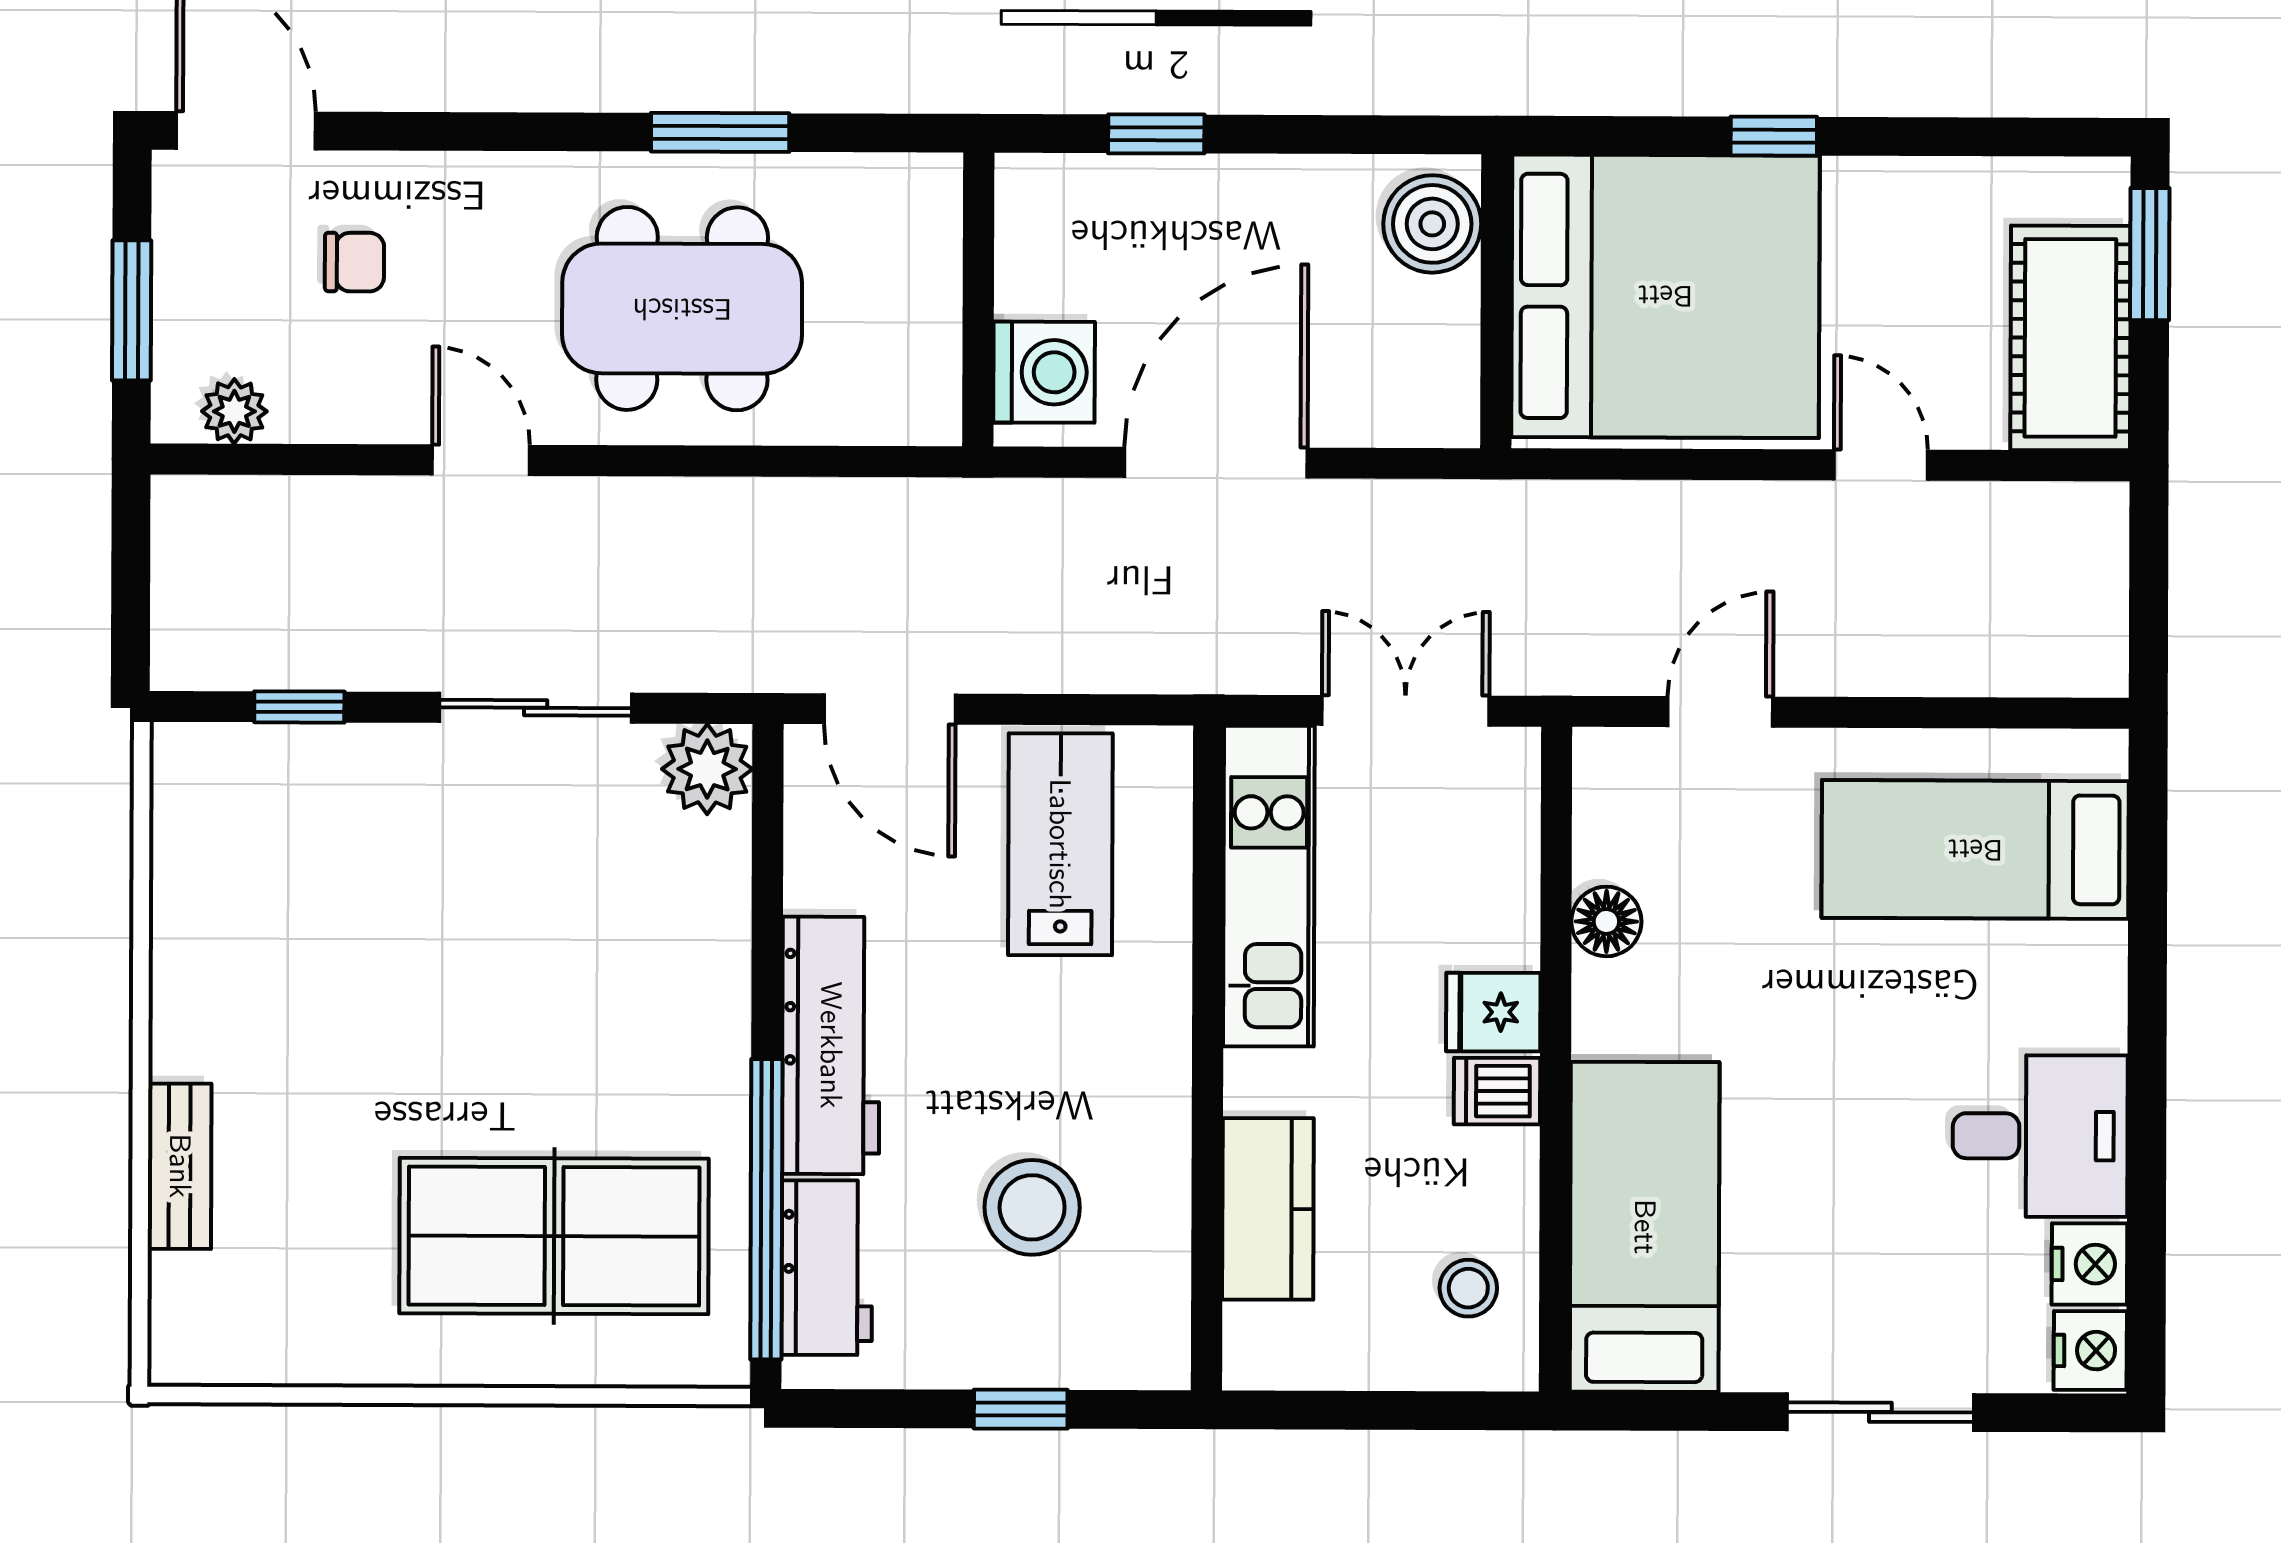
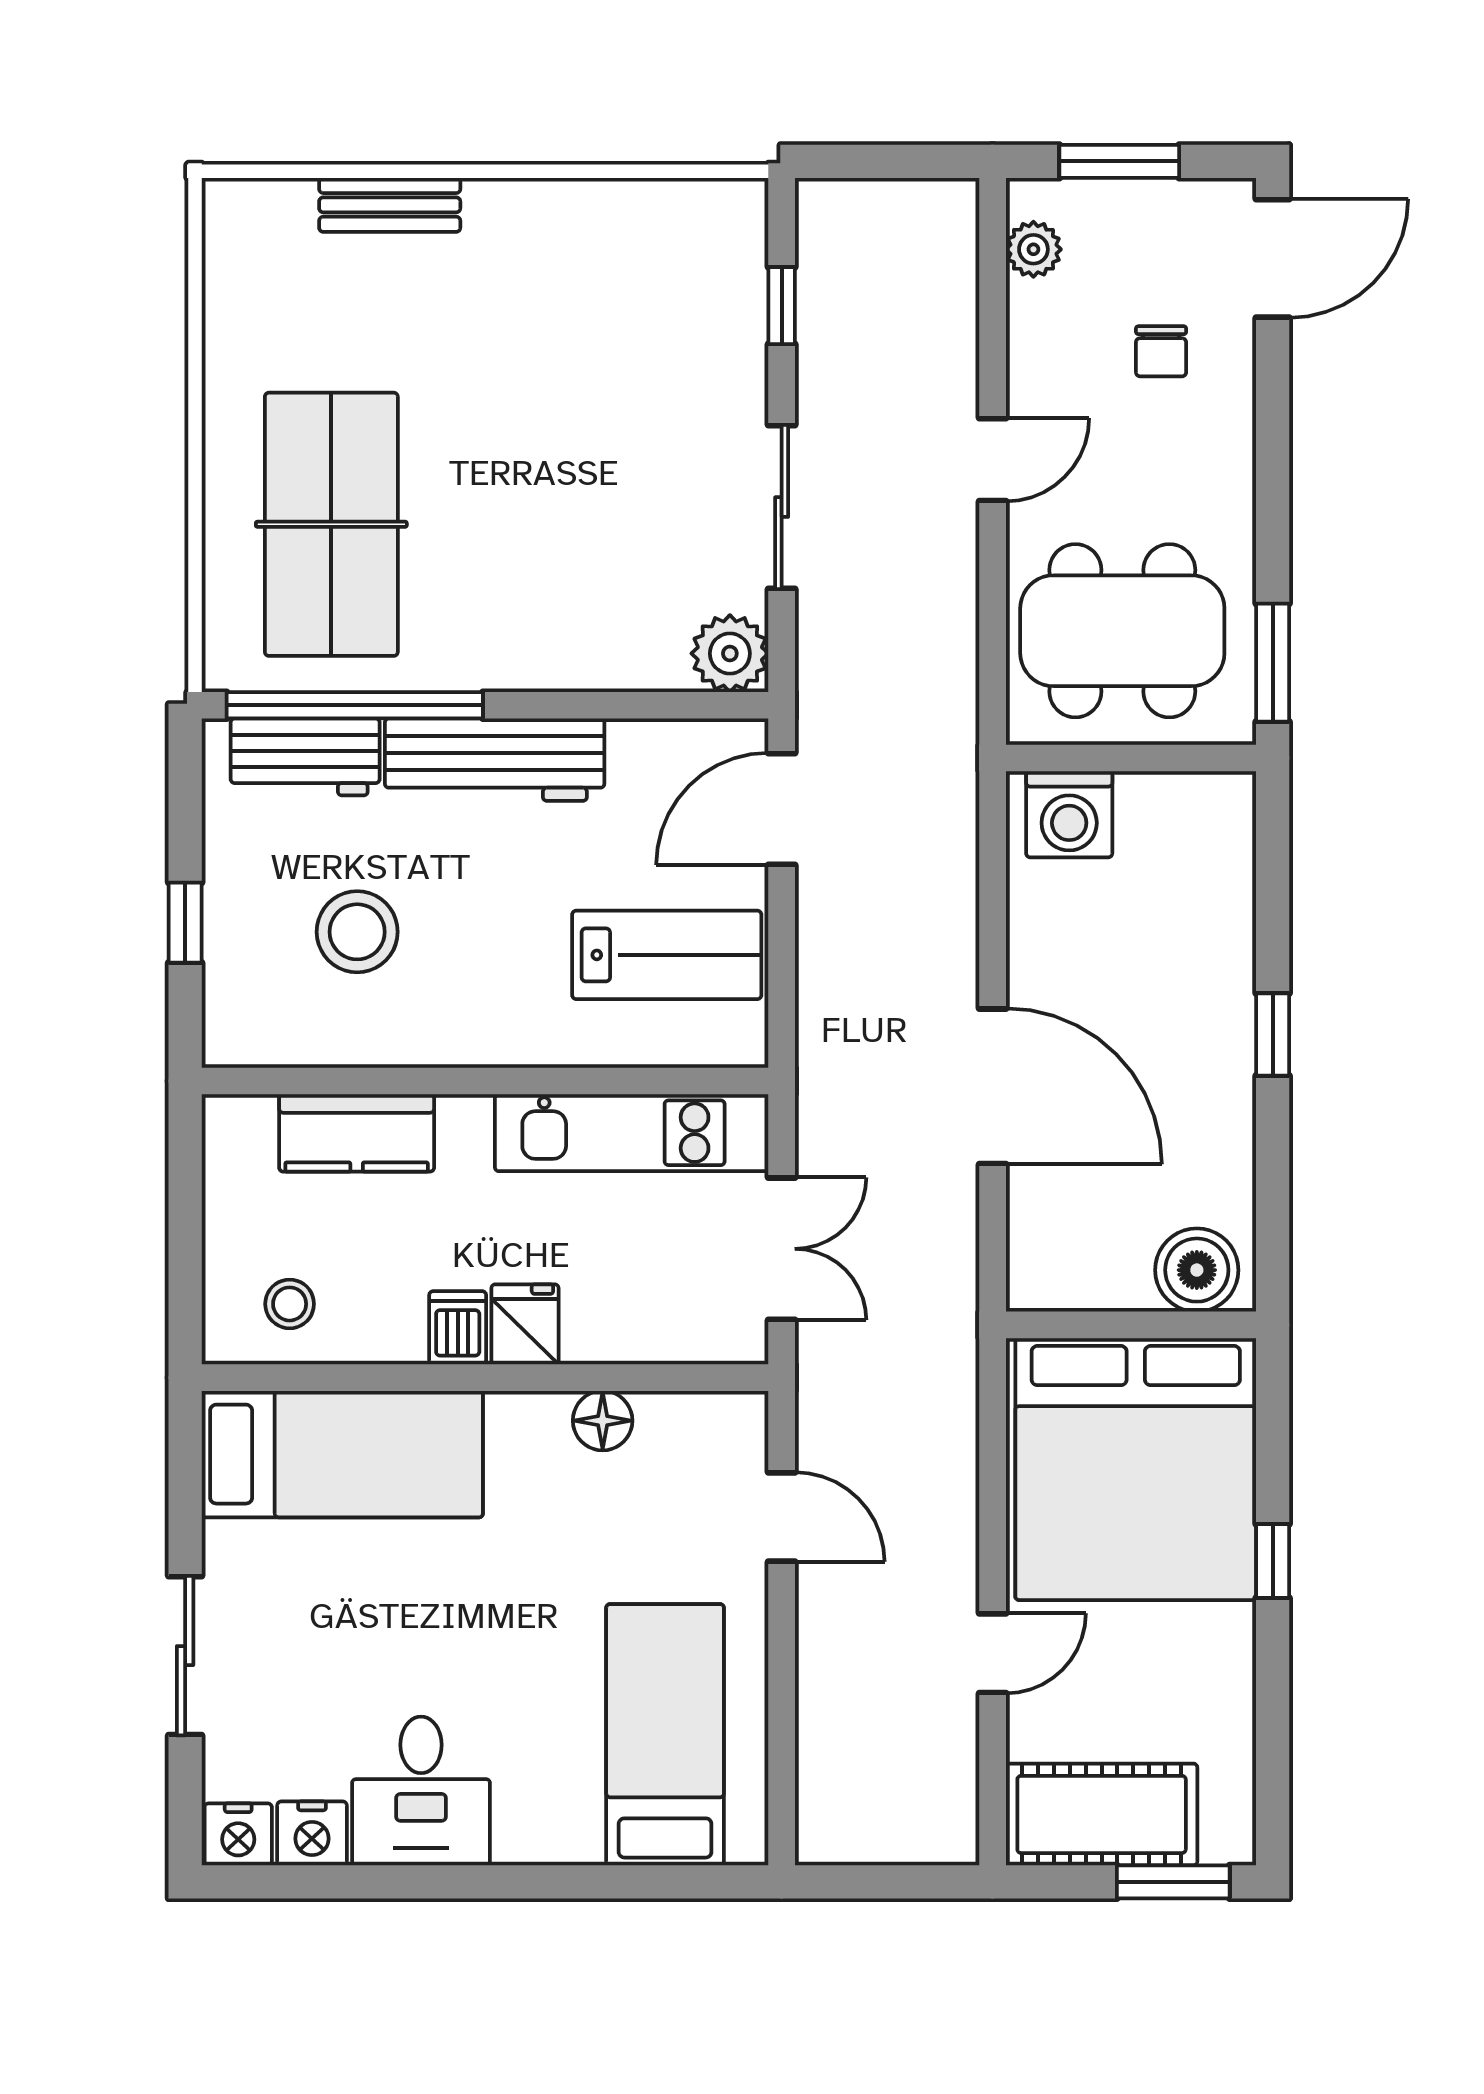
wall: (978, 300) -> (1131, 758), moved
dining table: (682, 309) -> (1122, 631), turned 90
washing machine: (1044, 372) -> (1069, 814), moved

